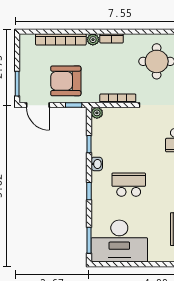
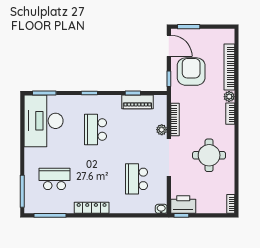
door: (38, 105) -> (169, 46), swing flipped
plant: (97, 113) -> (162, 130), moved
piano: (99, 139) -> (137, 102), added
washbasin: (97, 164) -> (115, 100), removed
school desk: (129, 185) -> (96, 129), turned 180

